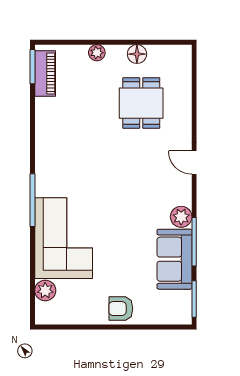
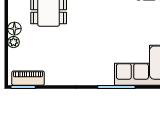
floor lamp: (137, 54) -> (14, 29), moved

